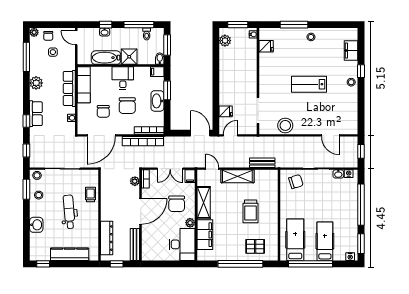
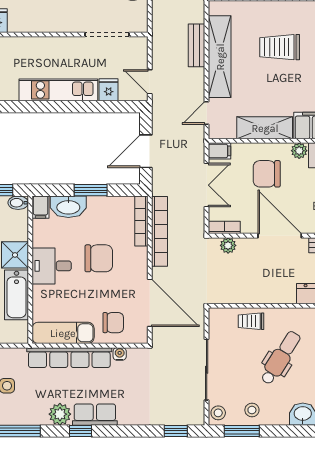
kitchen unit: (226, 82) -> (58, 90), added
row of seats: (69, 88) -> (69, 358), width x1.36
window: (167, 90) -> (91, 190), moved
washbasin: (157, 101) -> (68, 207), moved
chair: (103, 111) -> (113, 323), moved
row of seats: (36, 114) -> (95, 415), moved
window: (26, 121) -> (80, 431), moved
door: (200, 133) -> (146, 151), moved
bench: (262, 163) -> (196, 45), moved
shelving: (237, 176) -> (220, 57), width x1.47
chair: (177, 204) -> (267, 174), turned 180
trolley: (251, 211) -> (280, 47), turned 180
dental chair: (69, 212) -> (280, 358), turned 127

